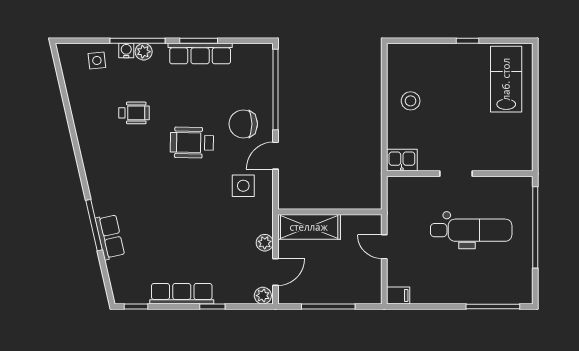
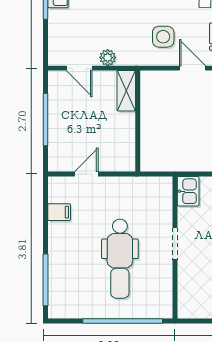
shelving: (309, 227) -> (126, 91), width x0.67, depth x0.75
door: (384, 247) -> (86, 174), moved
filing cabinet: (398, 295) -> (59, 212), moved, turned -90
plant: (263, 296) -> (56, 56), removed

